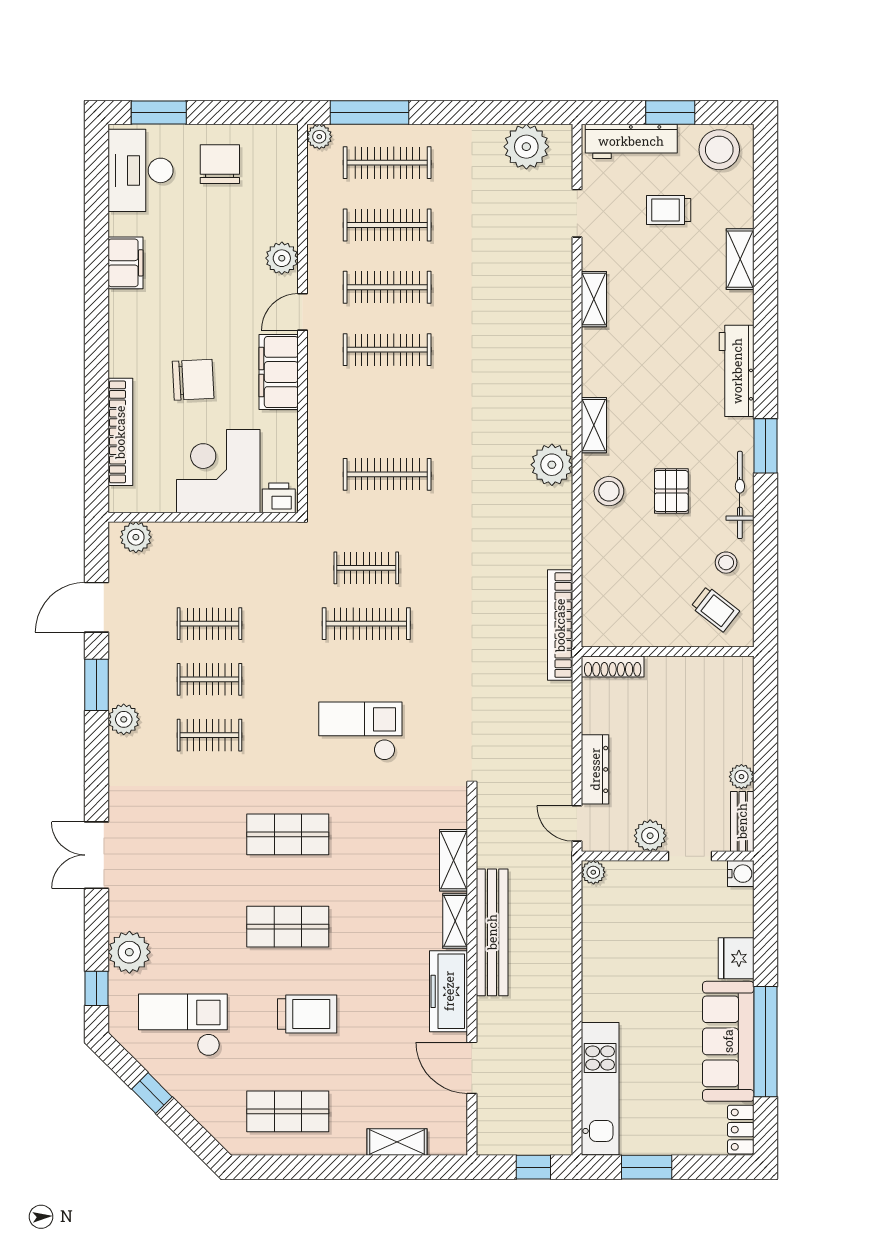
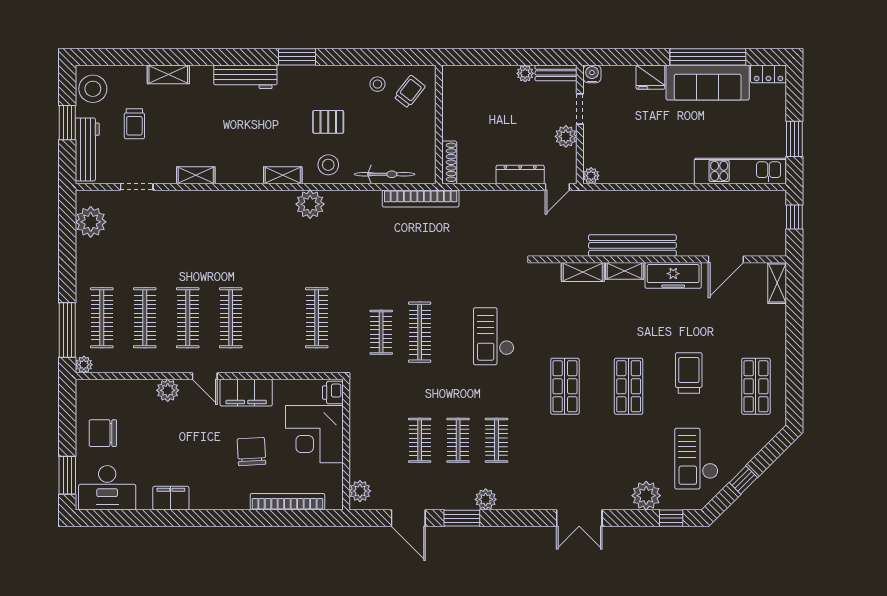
bicycle: (740, 495) -> (385, 174), moved, turned 180
shelving: (397, 1142) -> (777, 283), moved

